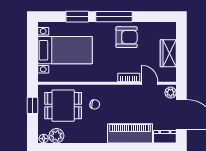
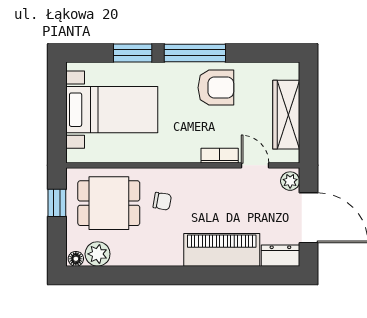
wardrobe: (168, 53) -> (286, 115), width x1.50

